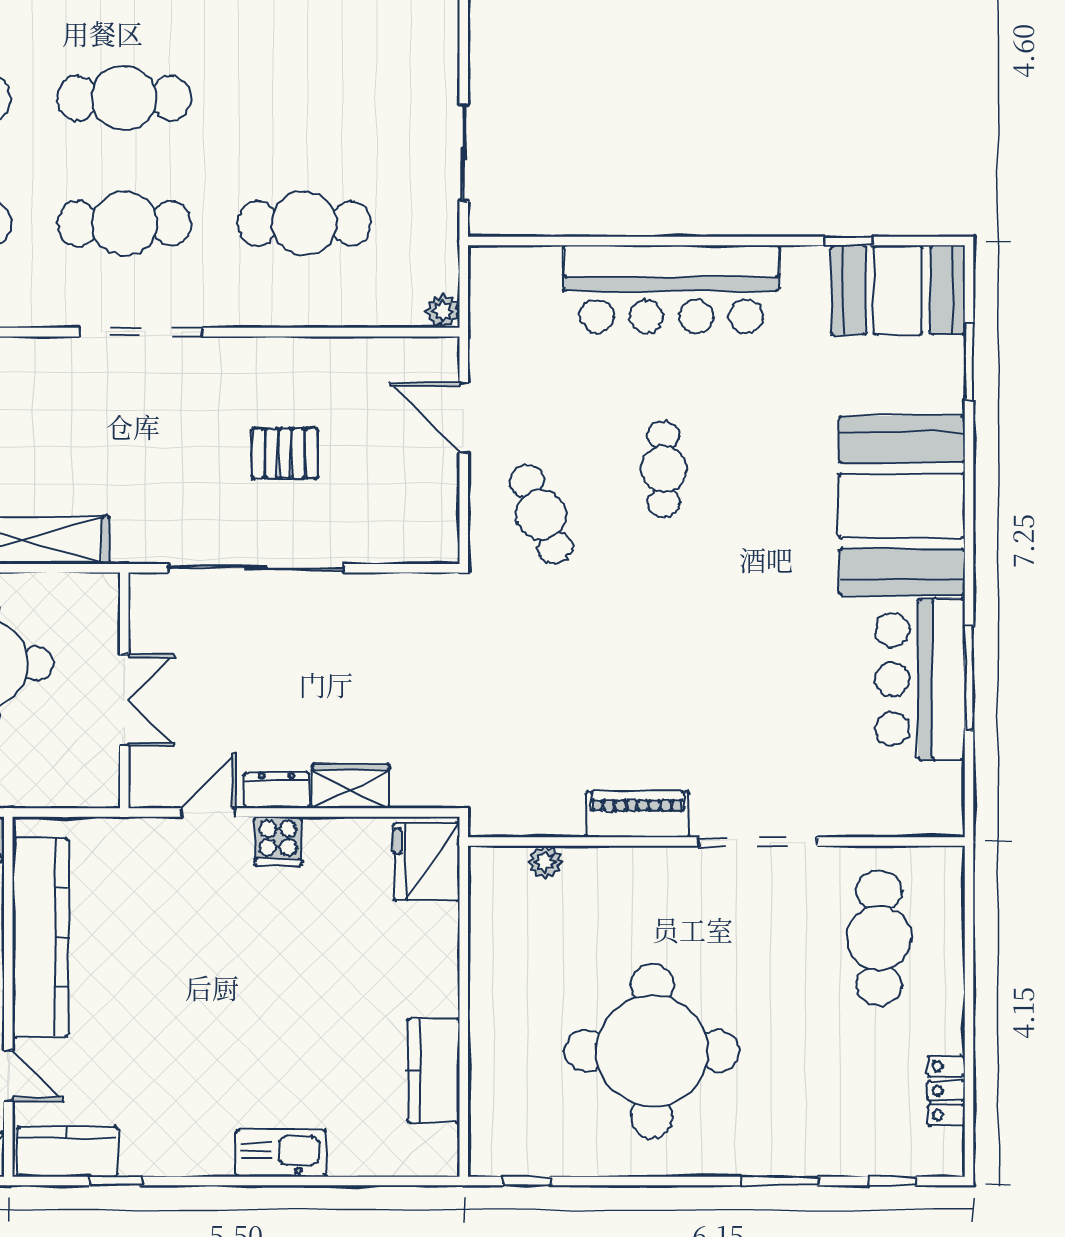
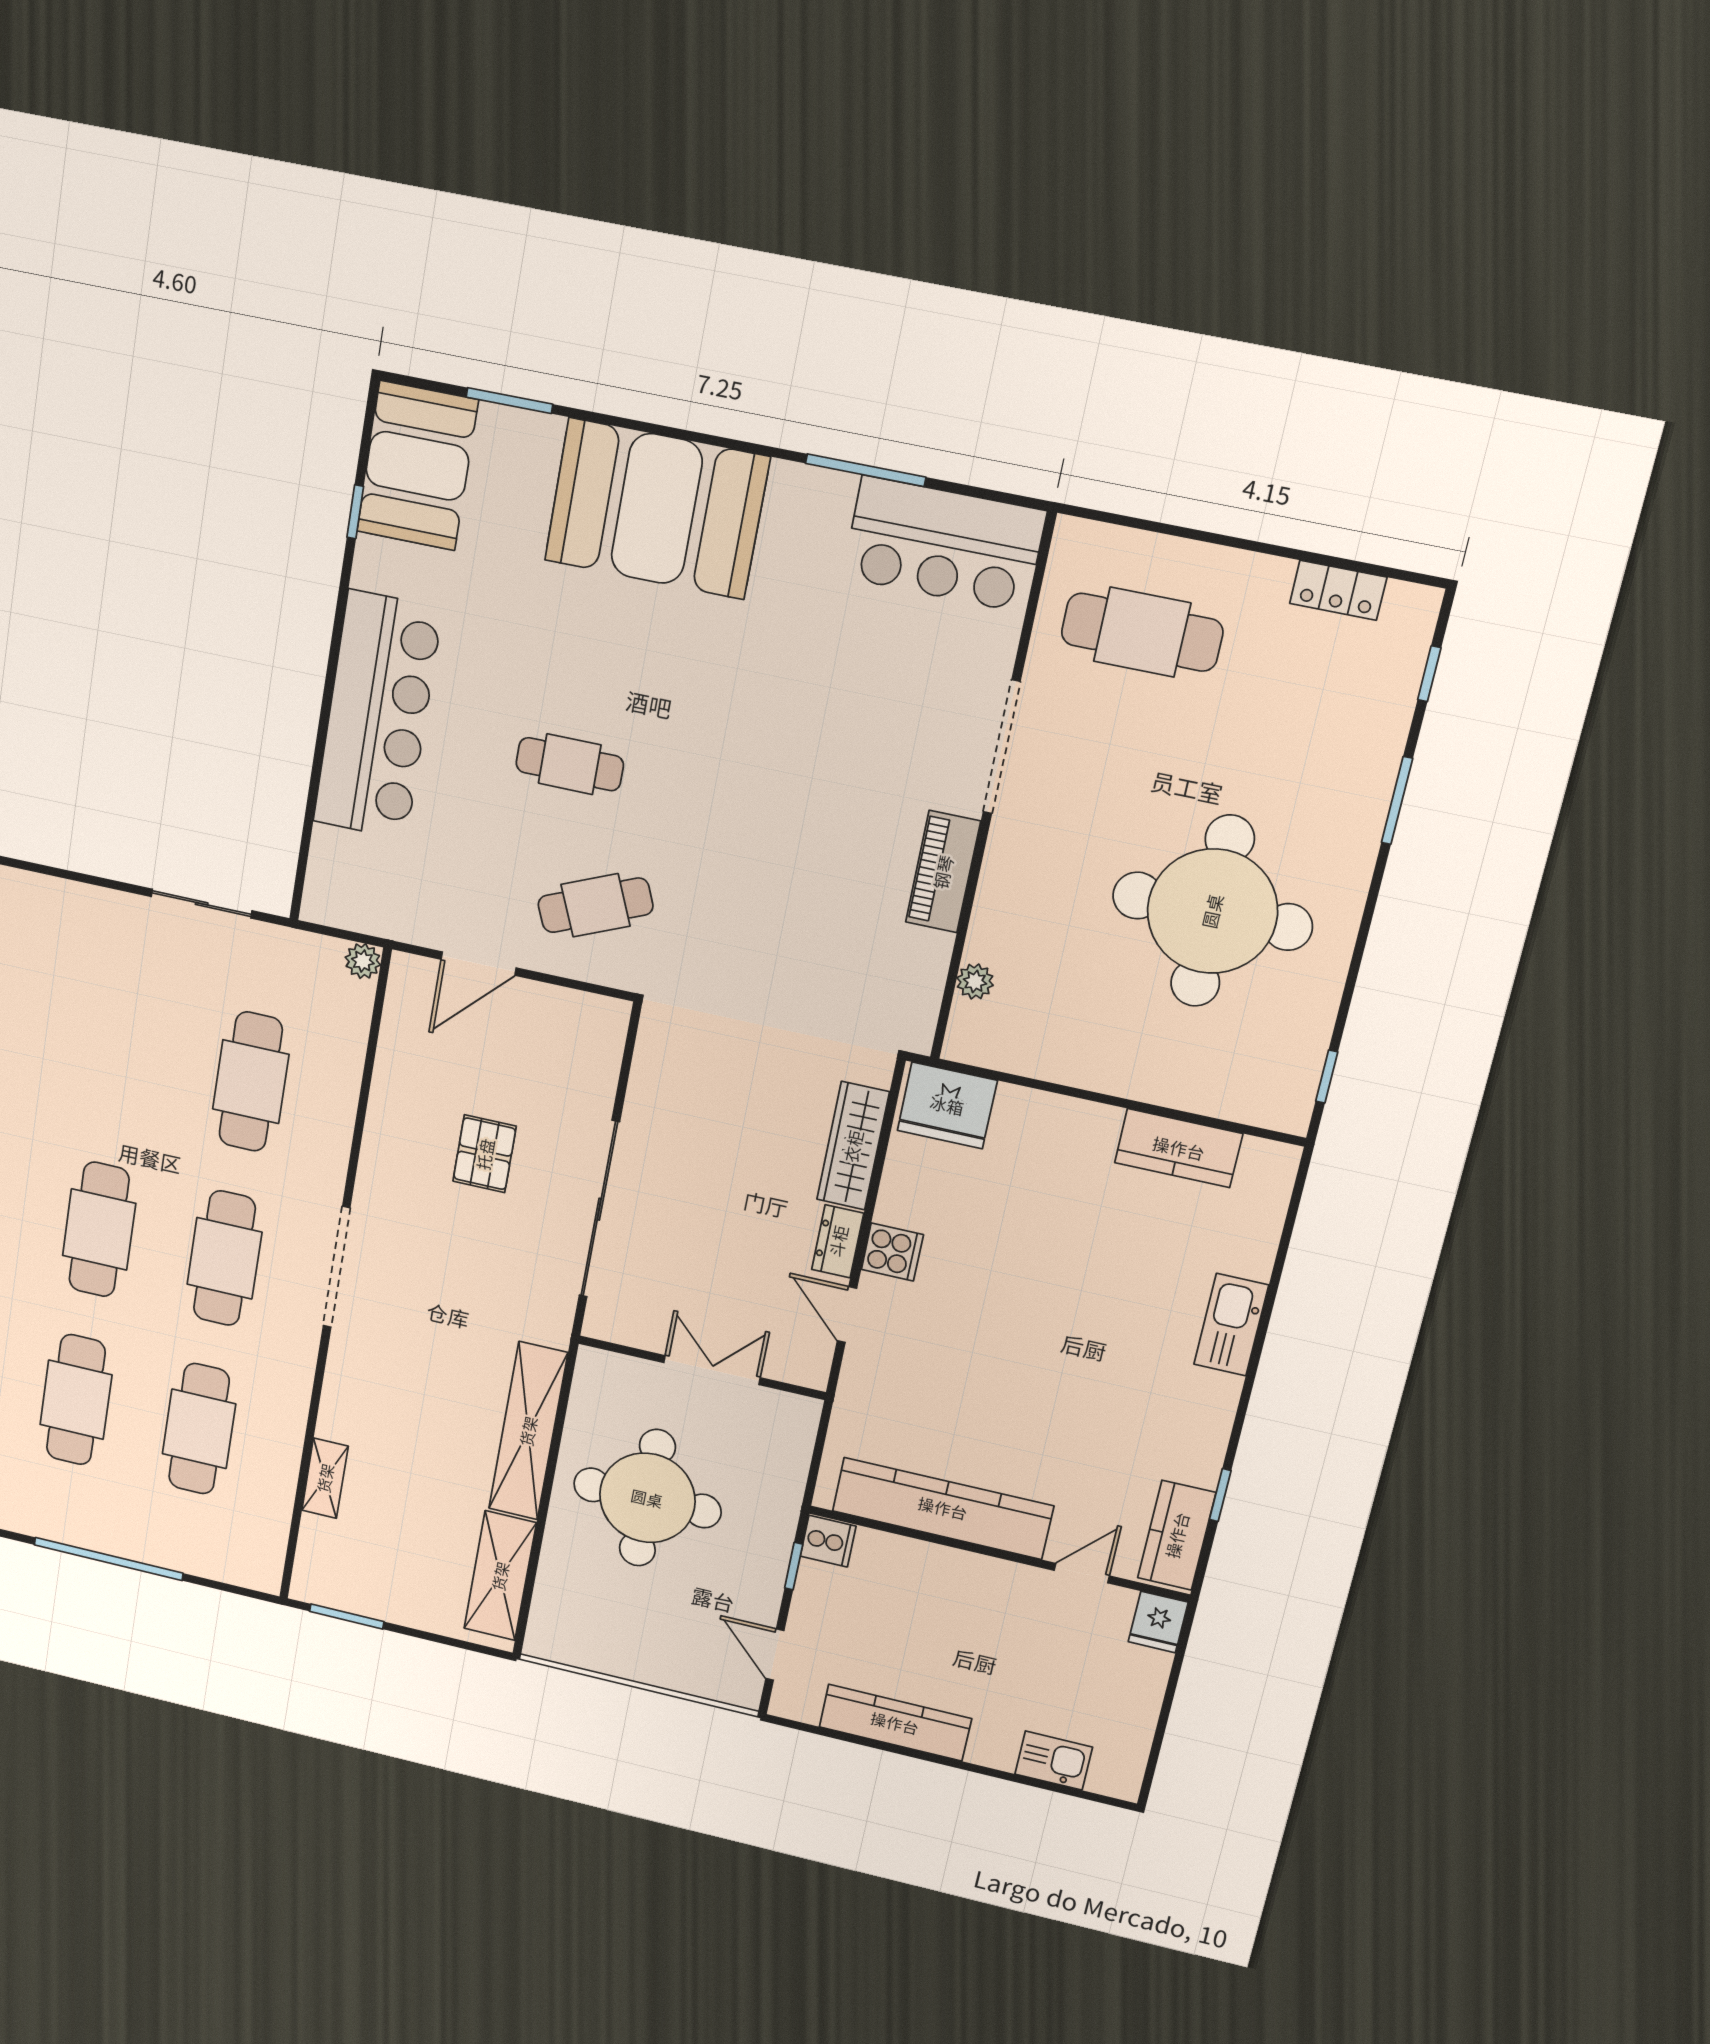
bar counter: (920, 679) -> (944, 544), moved
wardrobe: (351, 786) -> (853, 1146), width x1.50

